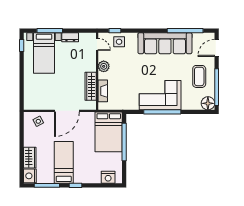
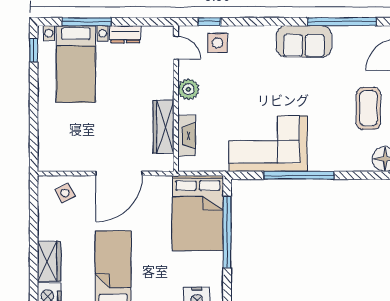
sofa: (165, 43) -> (304, 41), width x0.54, depth x0.79
corner sofa: (160, 95) -> (268, 144), moved

